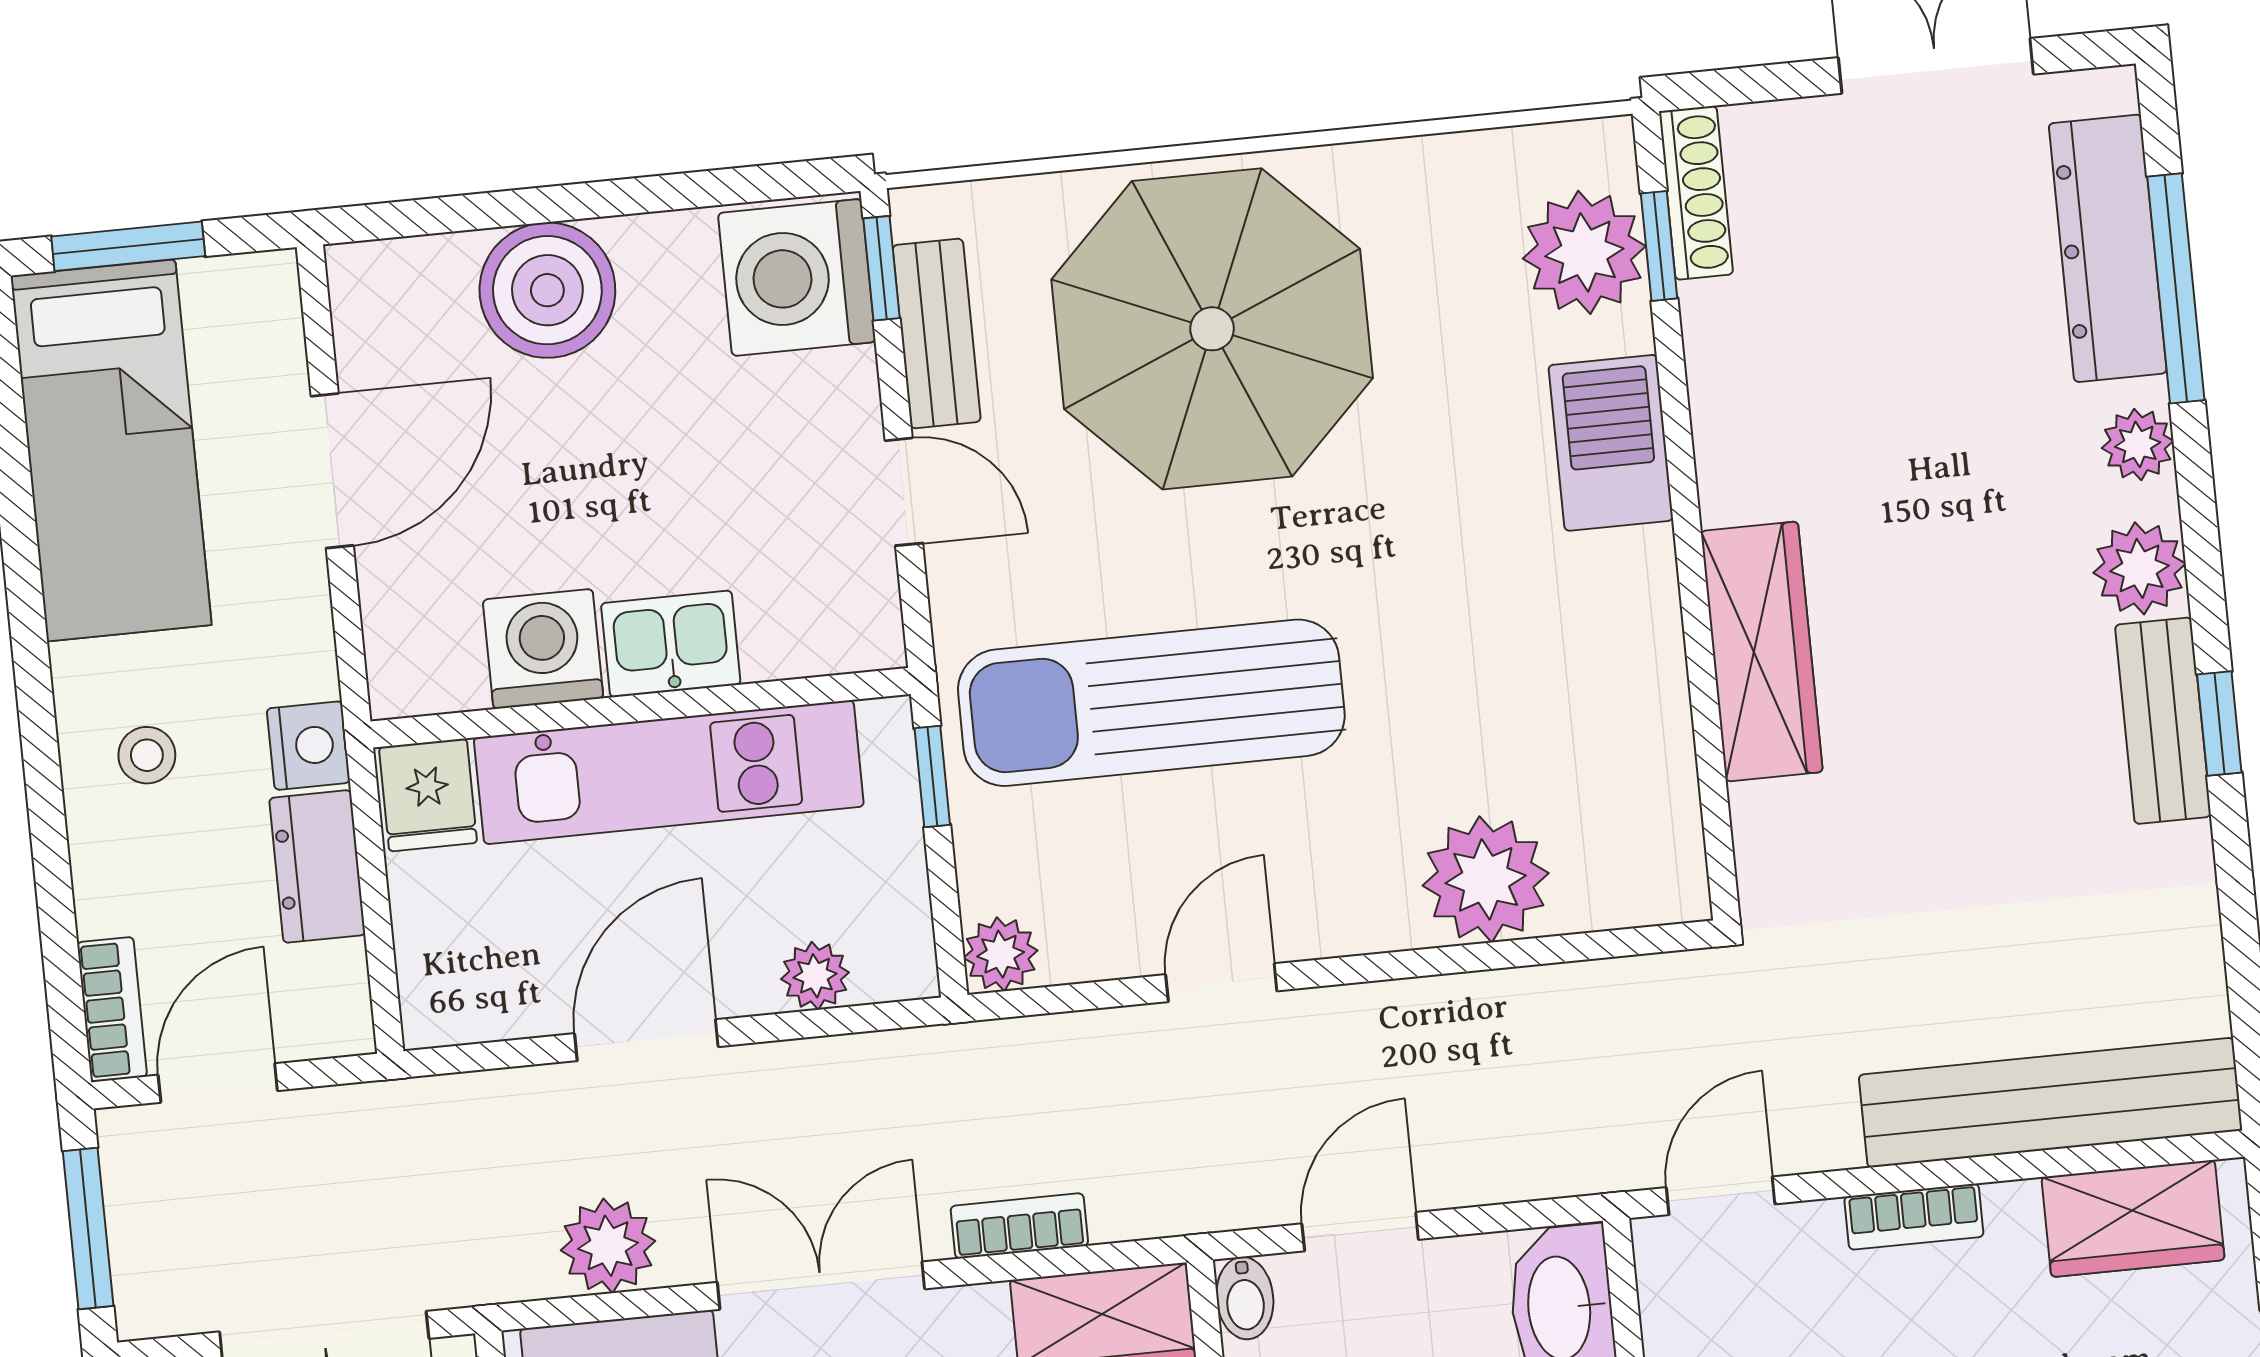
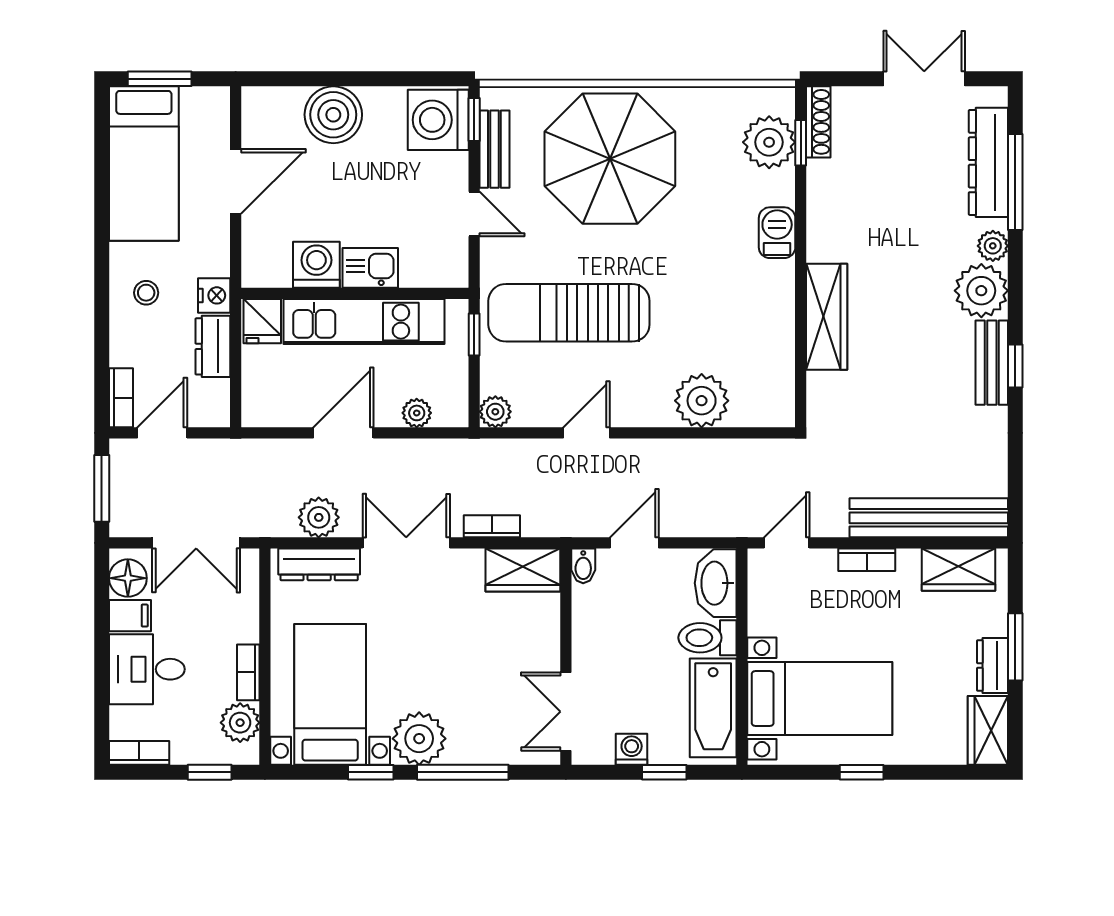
barbecue: (1611, 443) -> (777, 233), width x0.73, depth x0.79
plant: (2140, 568) -> (981, 291), width x1.36, depth x1.36

